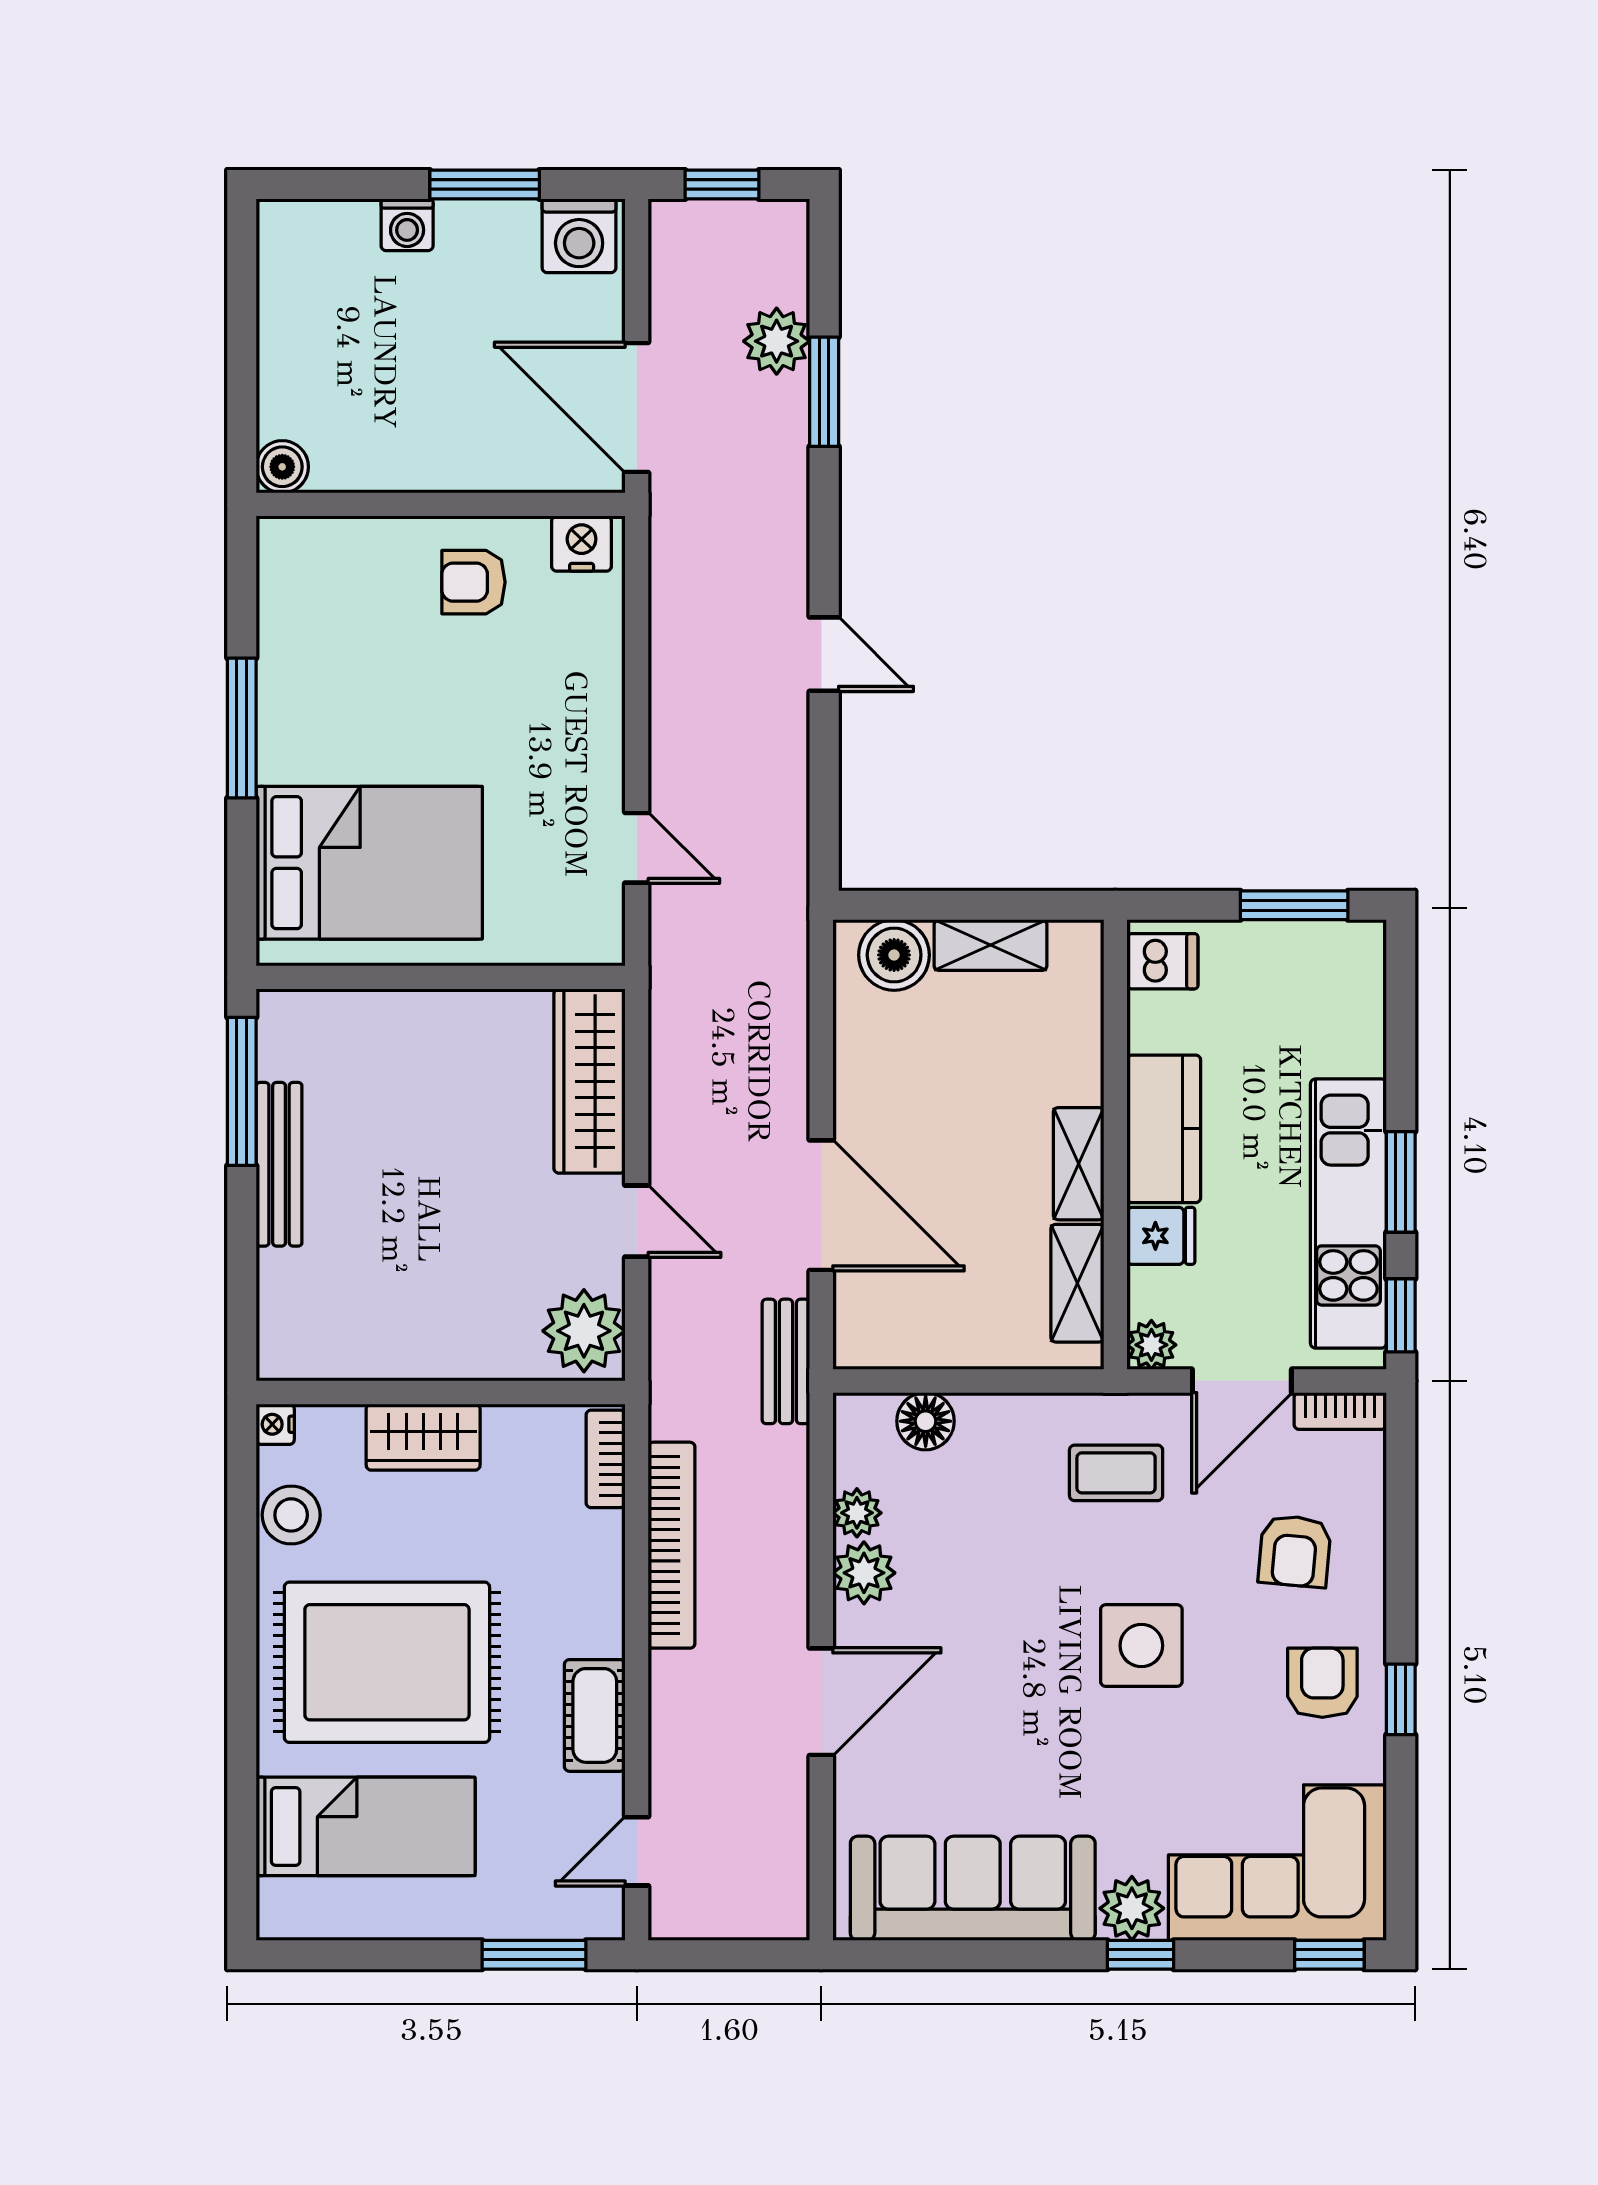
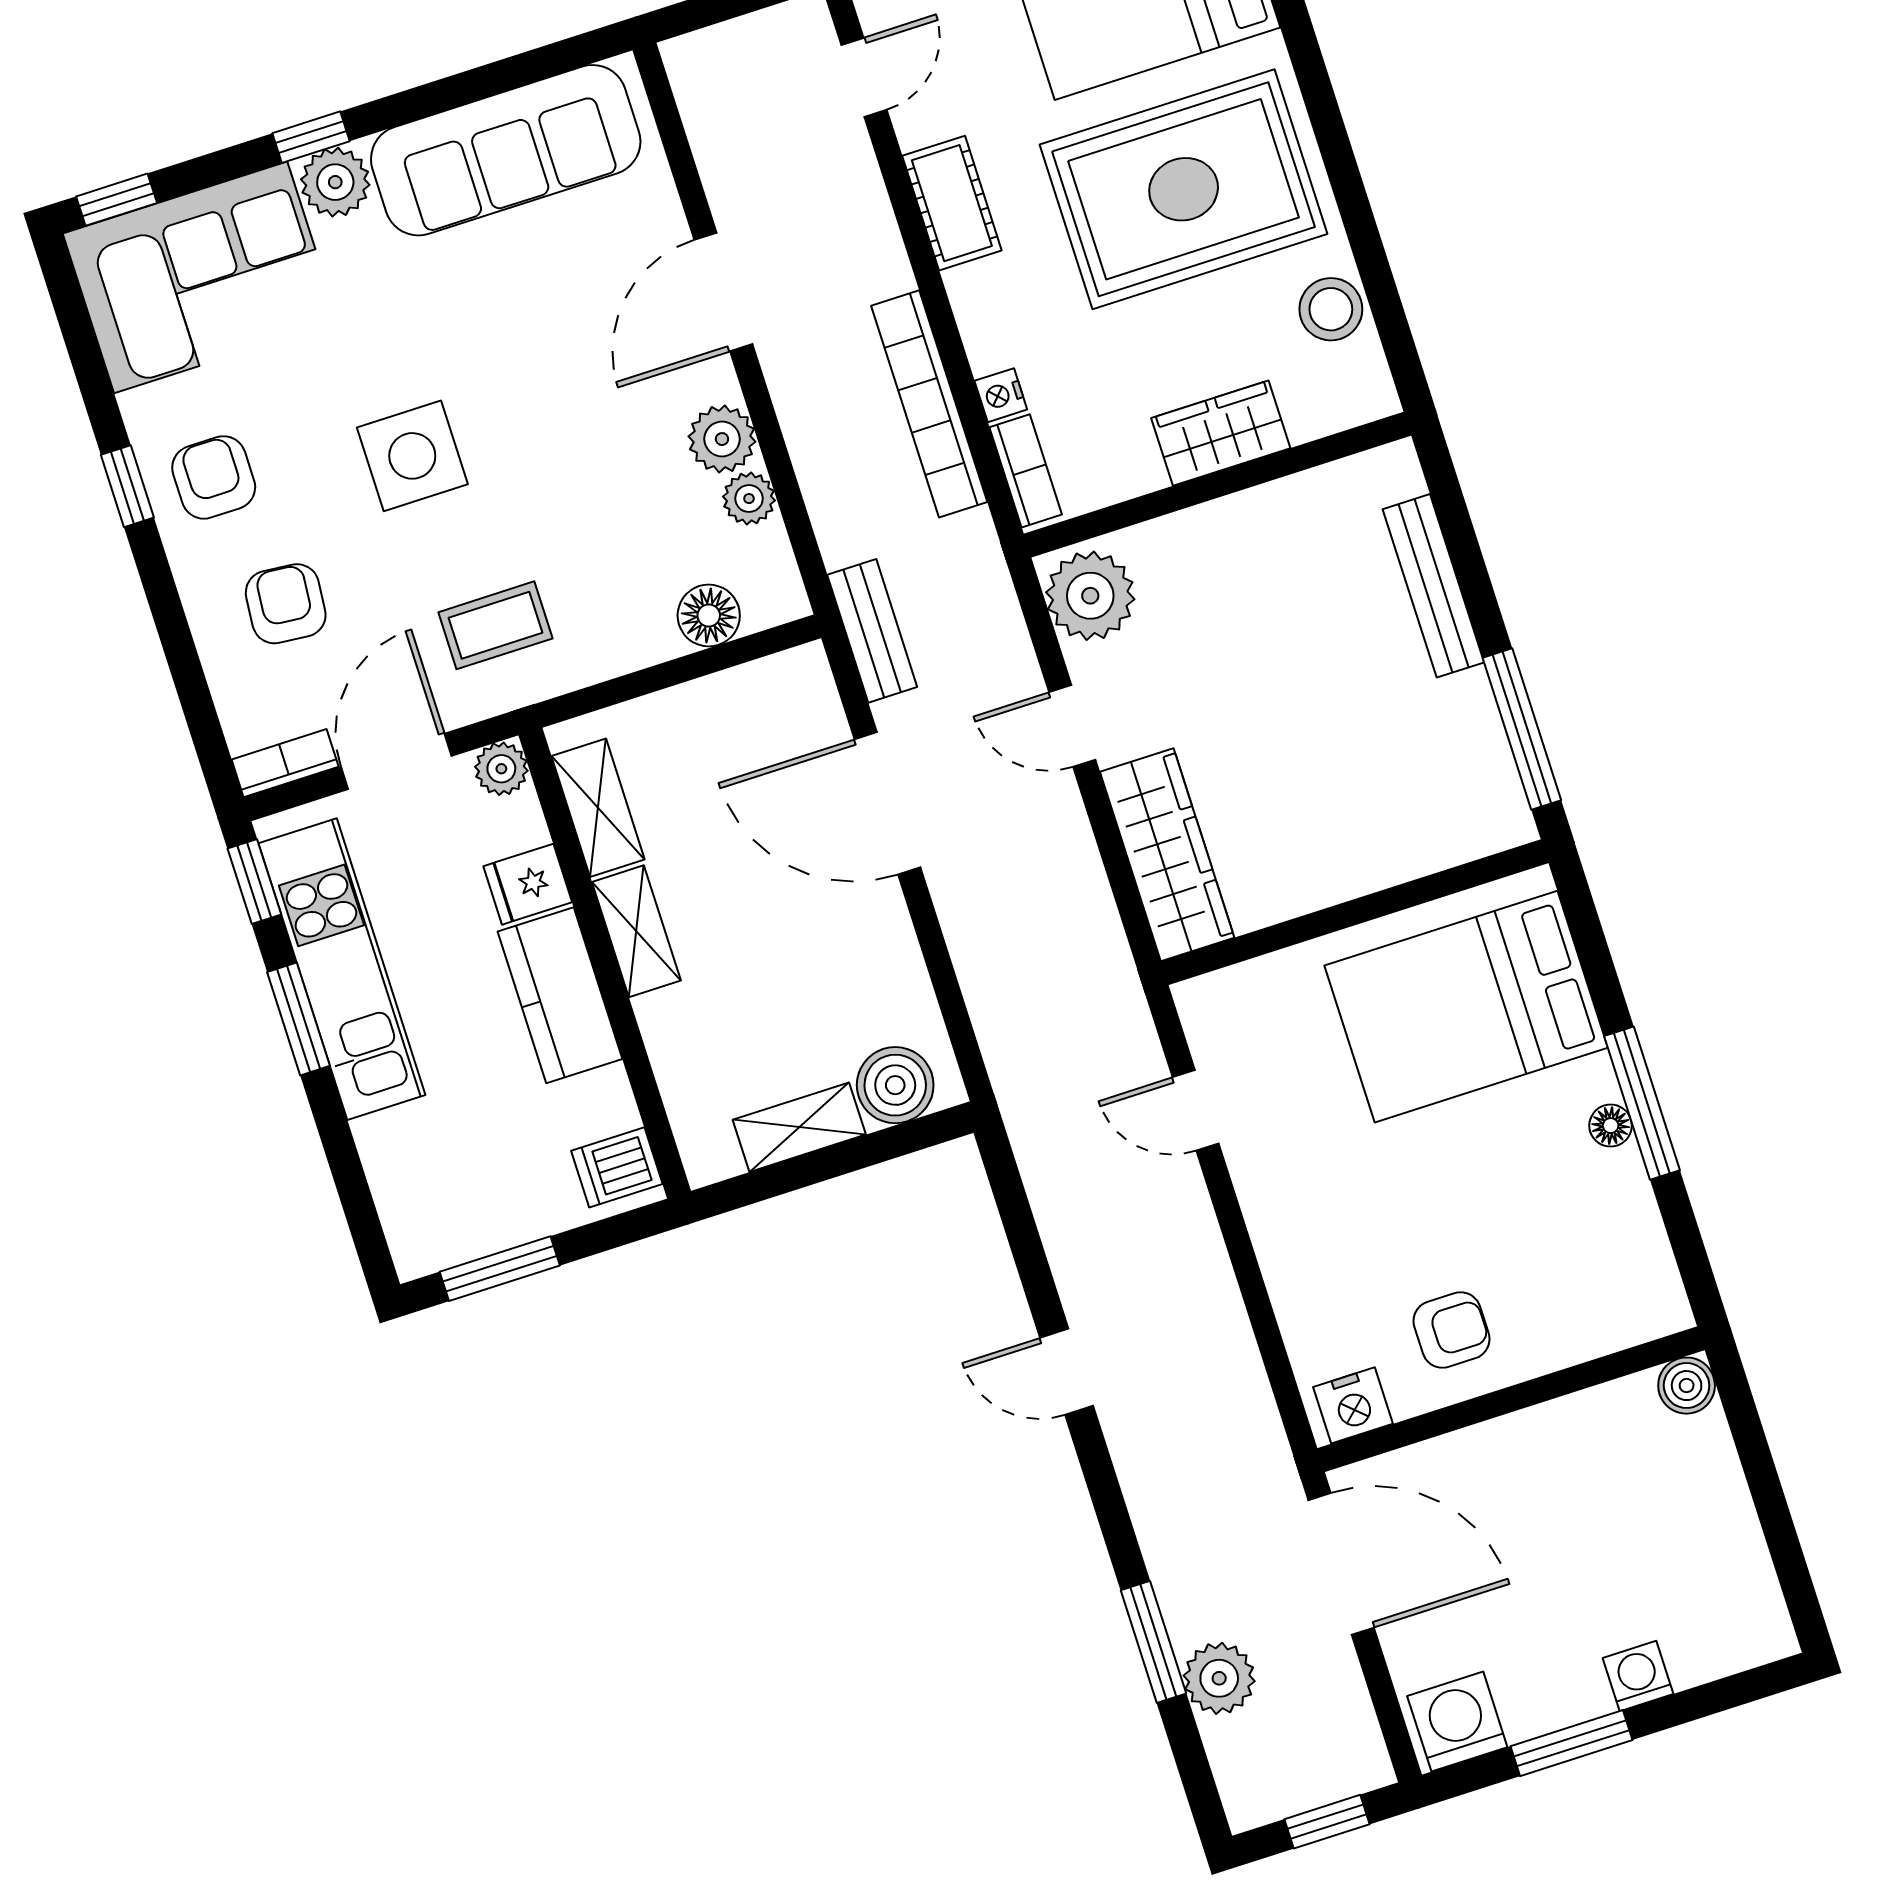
floor lamp: (276, 717) -> (1611, 1126), added
bench: (279, 1164) -> (1433, 586), moved
nightstand: (275, 1424) -> (1001, 395), moved, turned 180
armchair: (1322, 1683) -> (214, 477), turned 180

